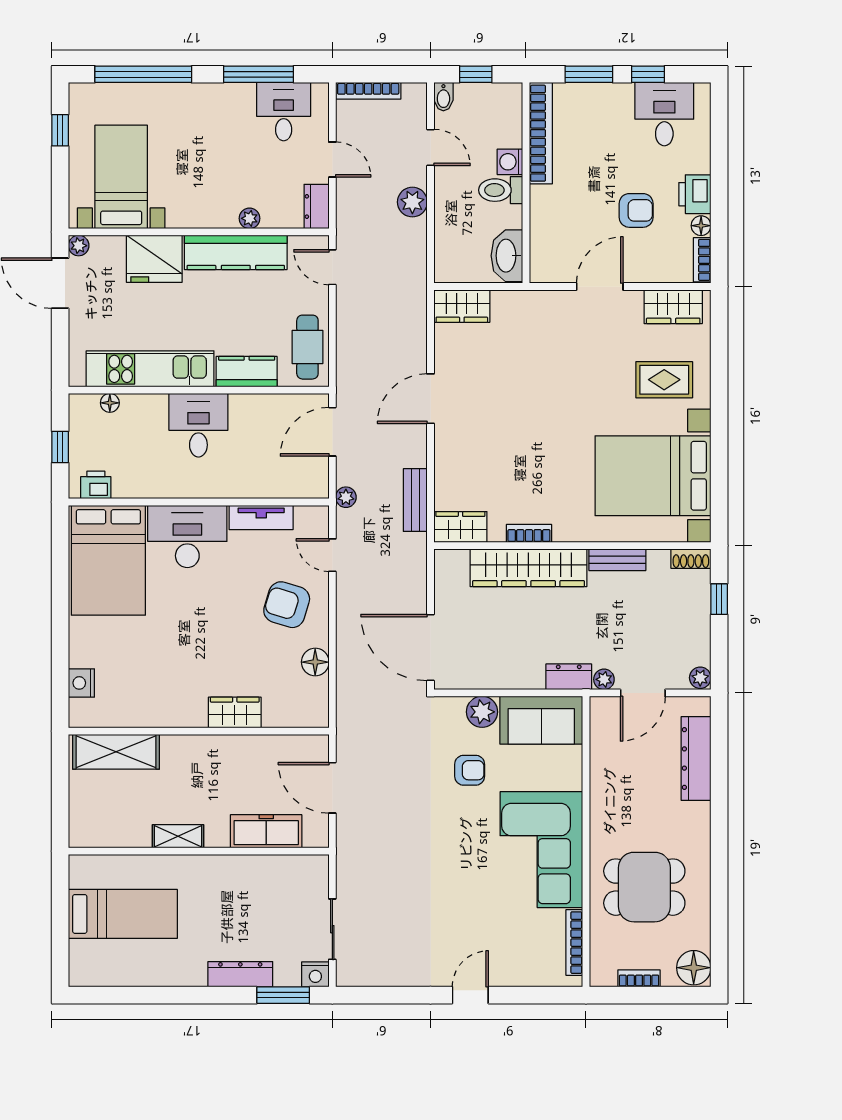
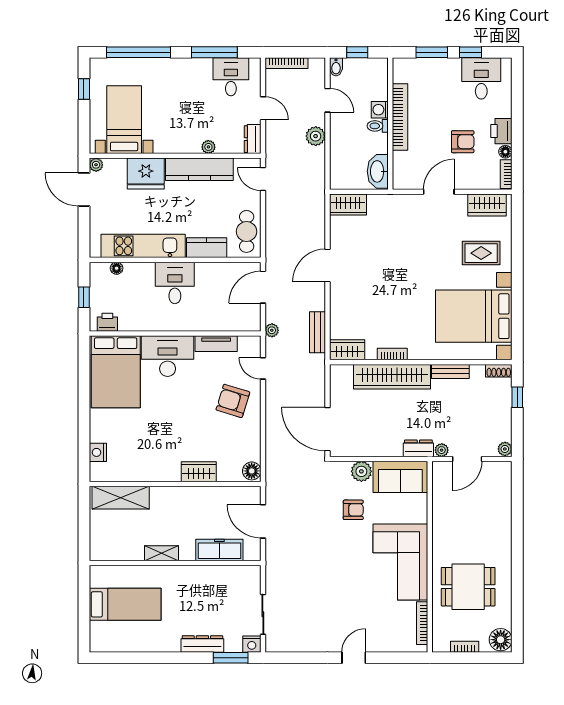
bookcase: (541, 133) -> (400, 117), moved
toilet: (501, 190) -> (378, 126), width x0.73, depth x0.72
floor lamp: (315, 662) -> (252, 471), moved
dresser: (696, 759) -> (502, 502), removed

